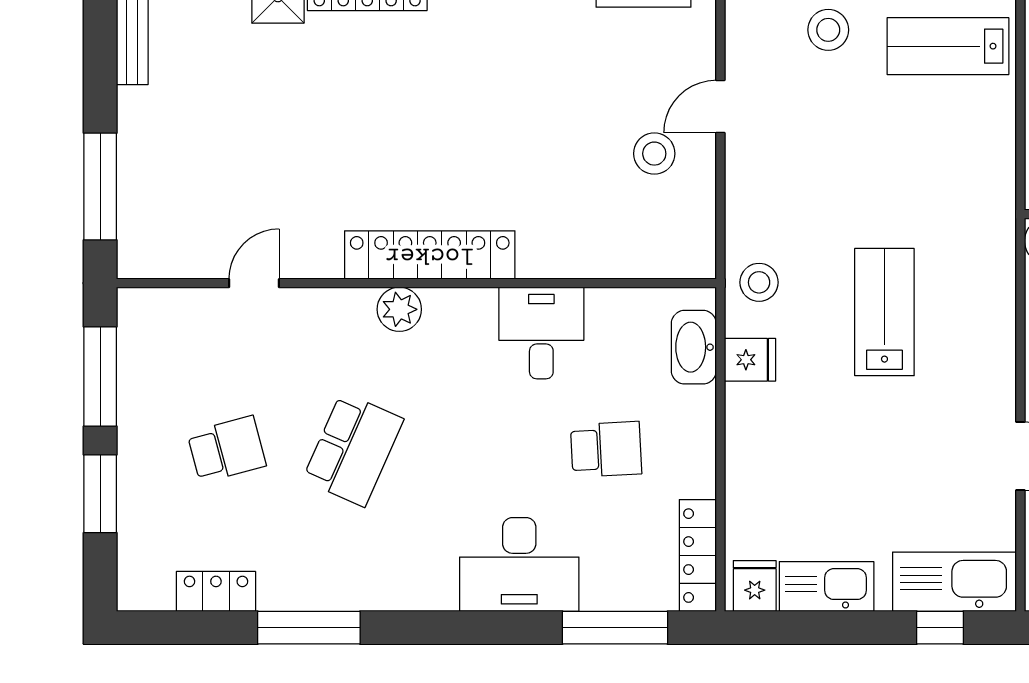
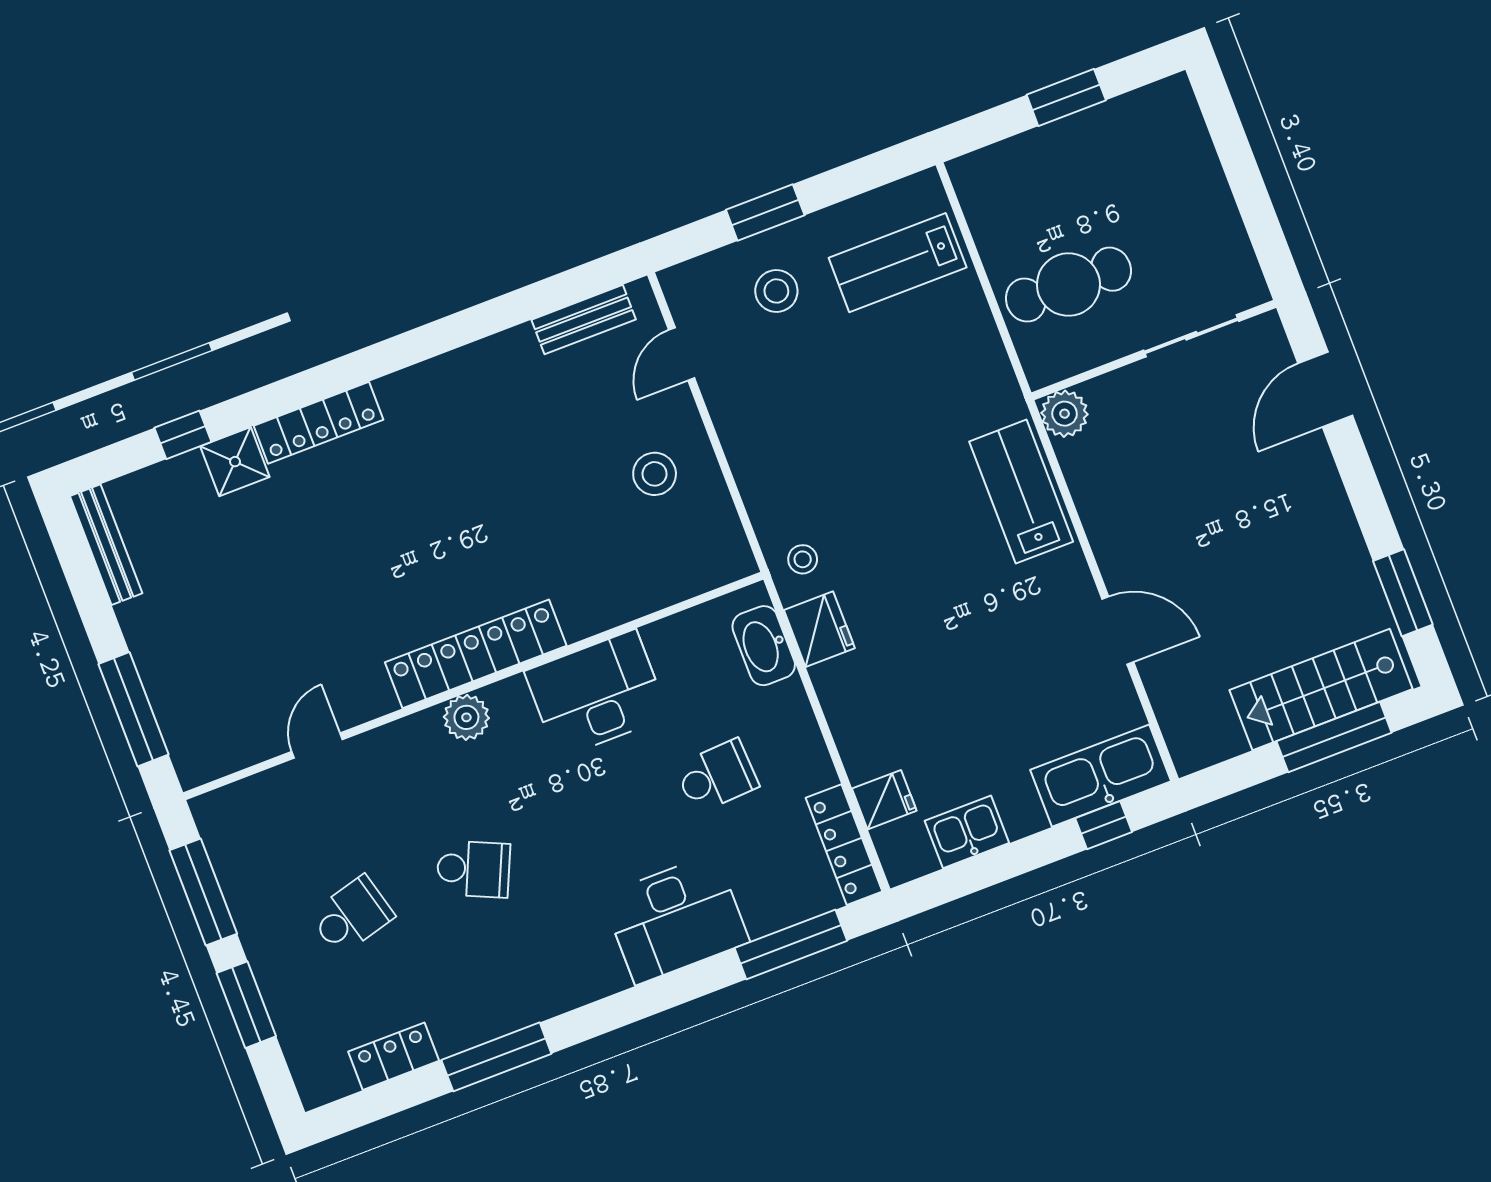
door: (720, 106) -> (682, 354), moved
stool: (759, 282) -> (803, 559), width x0.73, depth x0.73
lab bench: (884, 312) -> (1021, 492), moved
desk: (541, 333) -> (597, 694), width x1.37
fridge: (750, 360) -> (819, 629), width x1.38
school desk: (353, 449) -> (473, 869), width x0.54
fridge: (755, 586) -> (884, 800), moved, turned 90
kitchen sink: (827, 587) -> (967, 832), width x0.73

